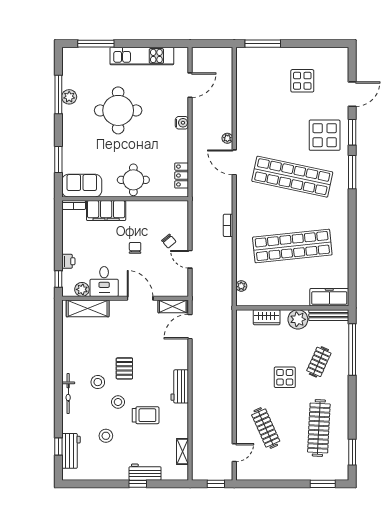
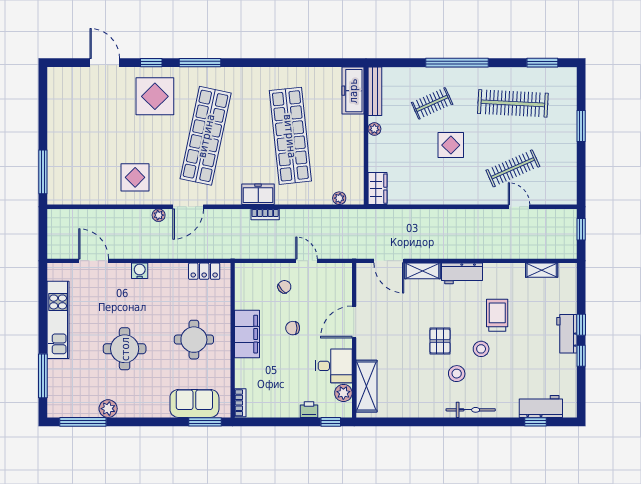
display table: (302, 81) -> (135, 177), moved
window: (58, 94) -> (83, 422), moved
round table: (118, 110) -> (125, 349), width x0.73, depth x0.73
window: (352, 132) -> (151, 63), width x0.67
window: (58, 159) -> (205, 422), moved
round table: (133, 180) -> (194, 340), moved
sofa: (82, 186) -> (194, 403), moved, turned 90
filing cabinet: (106, 211) -> (247, 334), moved
freezer: (244, 220) -> (258, 194), added
door: (190, 259) -> (307, 261), swing flipped
shelving: (173, 306) -> (423, 271), moved, turned 90
wardrobe: (267, 317) -> (377, 189), moved
plant: (298, 319) -> (374, 129), width x0.53, depth x0.53
window: (352, 349) -> (457, 63), moved
clothes rail: (319, 362) -> (432, 103), turned -48
pallet: (124, 368) -> (440, 341), turned 90
stool: (106, 436) -> (522, 364), removed
door: (234, 453) -> (519, 207), moved
workbench: (145, 472) -> (567, 334), moved
window: (112, 484) -> (581, 356), added
window: (323, 484) -> (581, 126), moved

